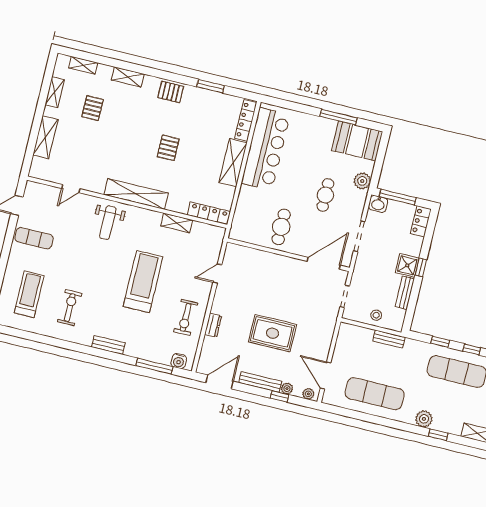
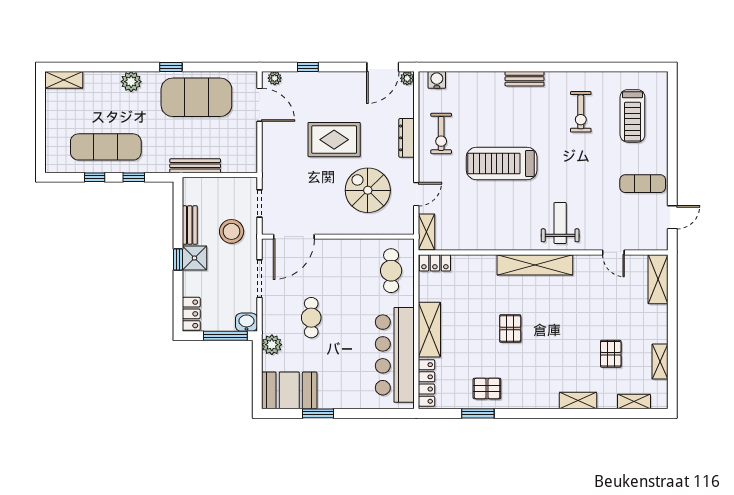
pallet: (171, 92) -> (487, 388), moved
window: (338, 117) -> (318, 413), width x0.69
shelving: (45, 137) -> (658, 279), moved
door: (71, 189) -> (613, 252), swing flipped
locker: (209, 213) -> (435, 263), width x0.66
shelving: (177, 223) -> (427, 232), moved, turned 90
cafe table: (281, 227) -> (391, 271), moved
treadmill: (143, 282) -> (502, 163), turned 90
spiral stairs: (255, 286) -> (368, 190), added
stool: (376, 315) -> (232, 231), moved, width x1.89, depth x1.89
exercise bike: (186, 317) -> (441, 133), turned 180
dresser: (213, 325) -> (407, 138), width x1.44
bench: (389, 339) -> (195, 166), width x1.36
window: (154, 366) -> (464, 67), removed
bench: (260, 382) -> (335, 78), removed
plant: (287, 389) -> (407, 78), moved
exercise mat: (375, 394) -> (196, 97), width x1.47
window: (438, 435) -> (171, 67), moved

